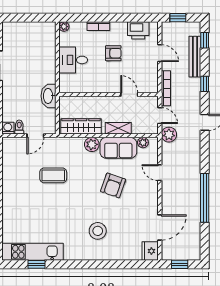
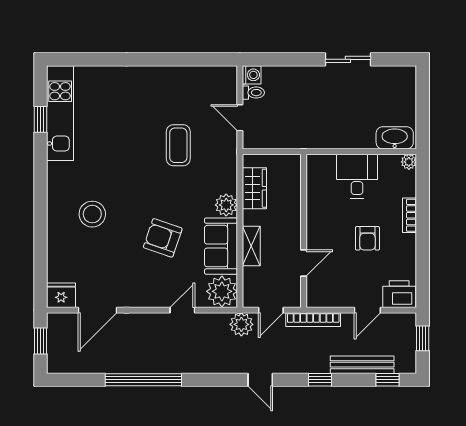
printer: (138, 30) -> (399, 294), moved, turned 90
washbasin: (48, 96) -> (395, 138), moved
wardrobe: (81, 126) -> (254, 188), width x0.67
plant: (143, 143) -> (222, 291), width x1.87, depth x1.87
door: (160, 227) -> (98, 310), hinge flipped

